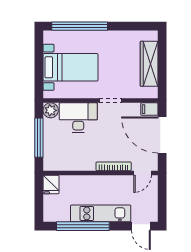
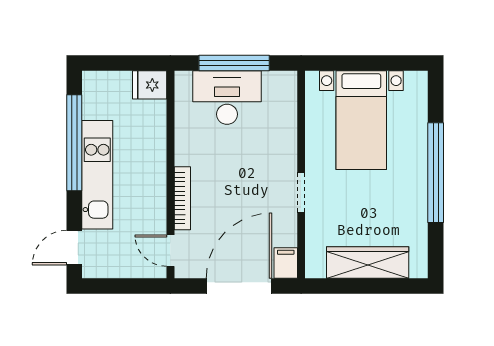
window: (80, 26) -> (436, 173), moved
plant: (51, 110) -> (284, 84), removed
desk: (78, 118) -> (227, 98), moved, turned -90

